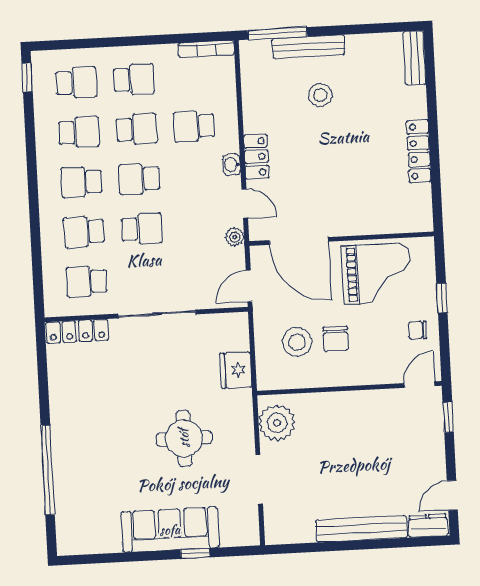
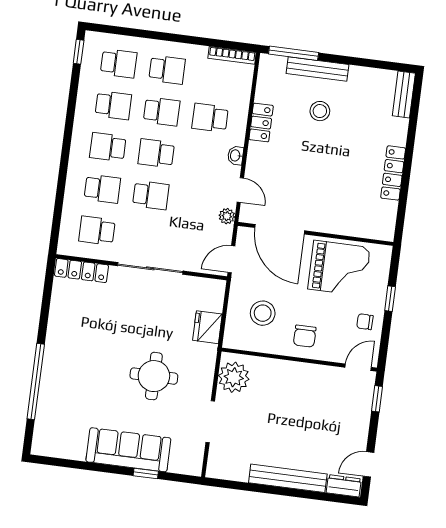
locker: (256, 157) -> (261, 123), moved
school desk: (84, 232) -> (102, 189), turned 180
chair: (336, 339) -> (305, 336), moved

